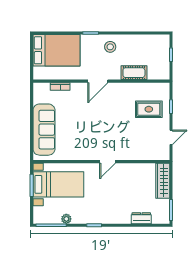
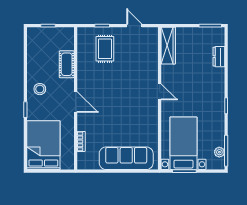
wardrobe: (163, 181) -> (168, 46), moved, turned -90
plant: (66, 219) -> (219, 152), moved

